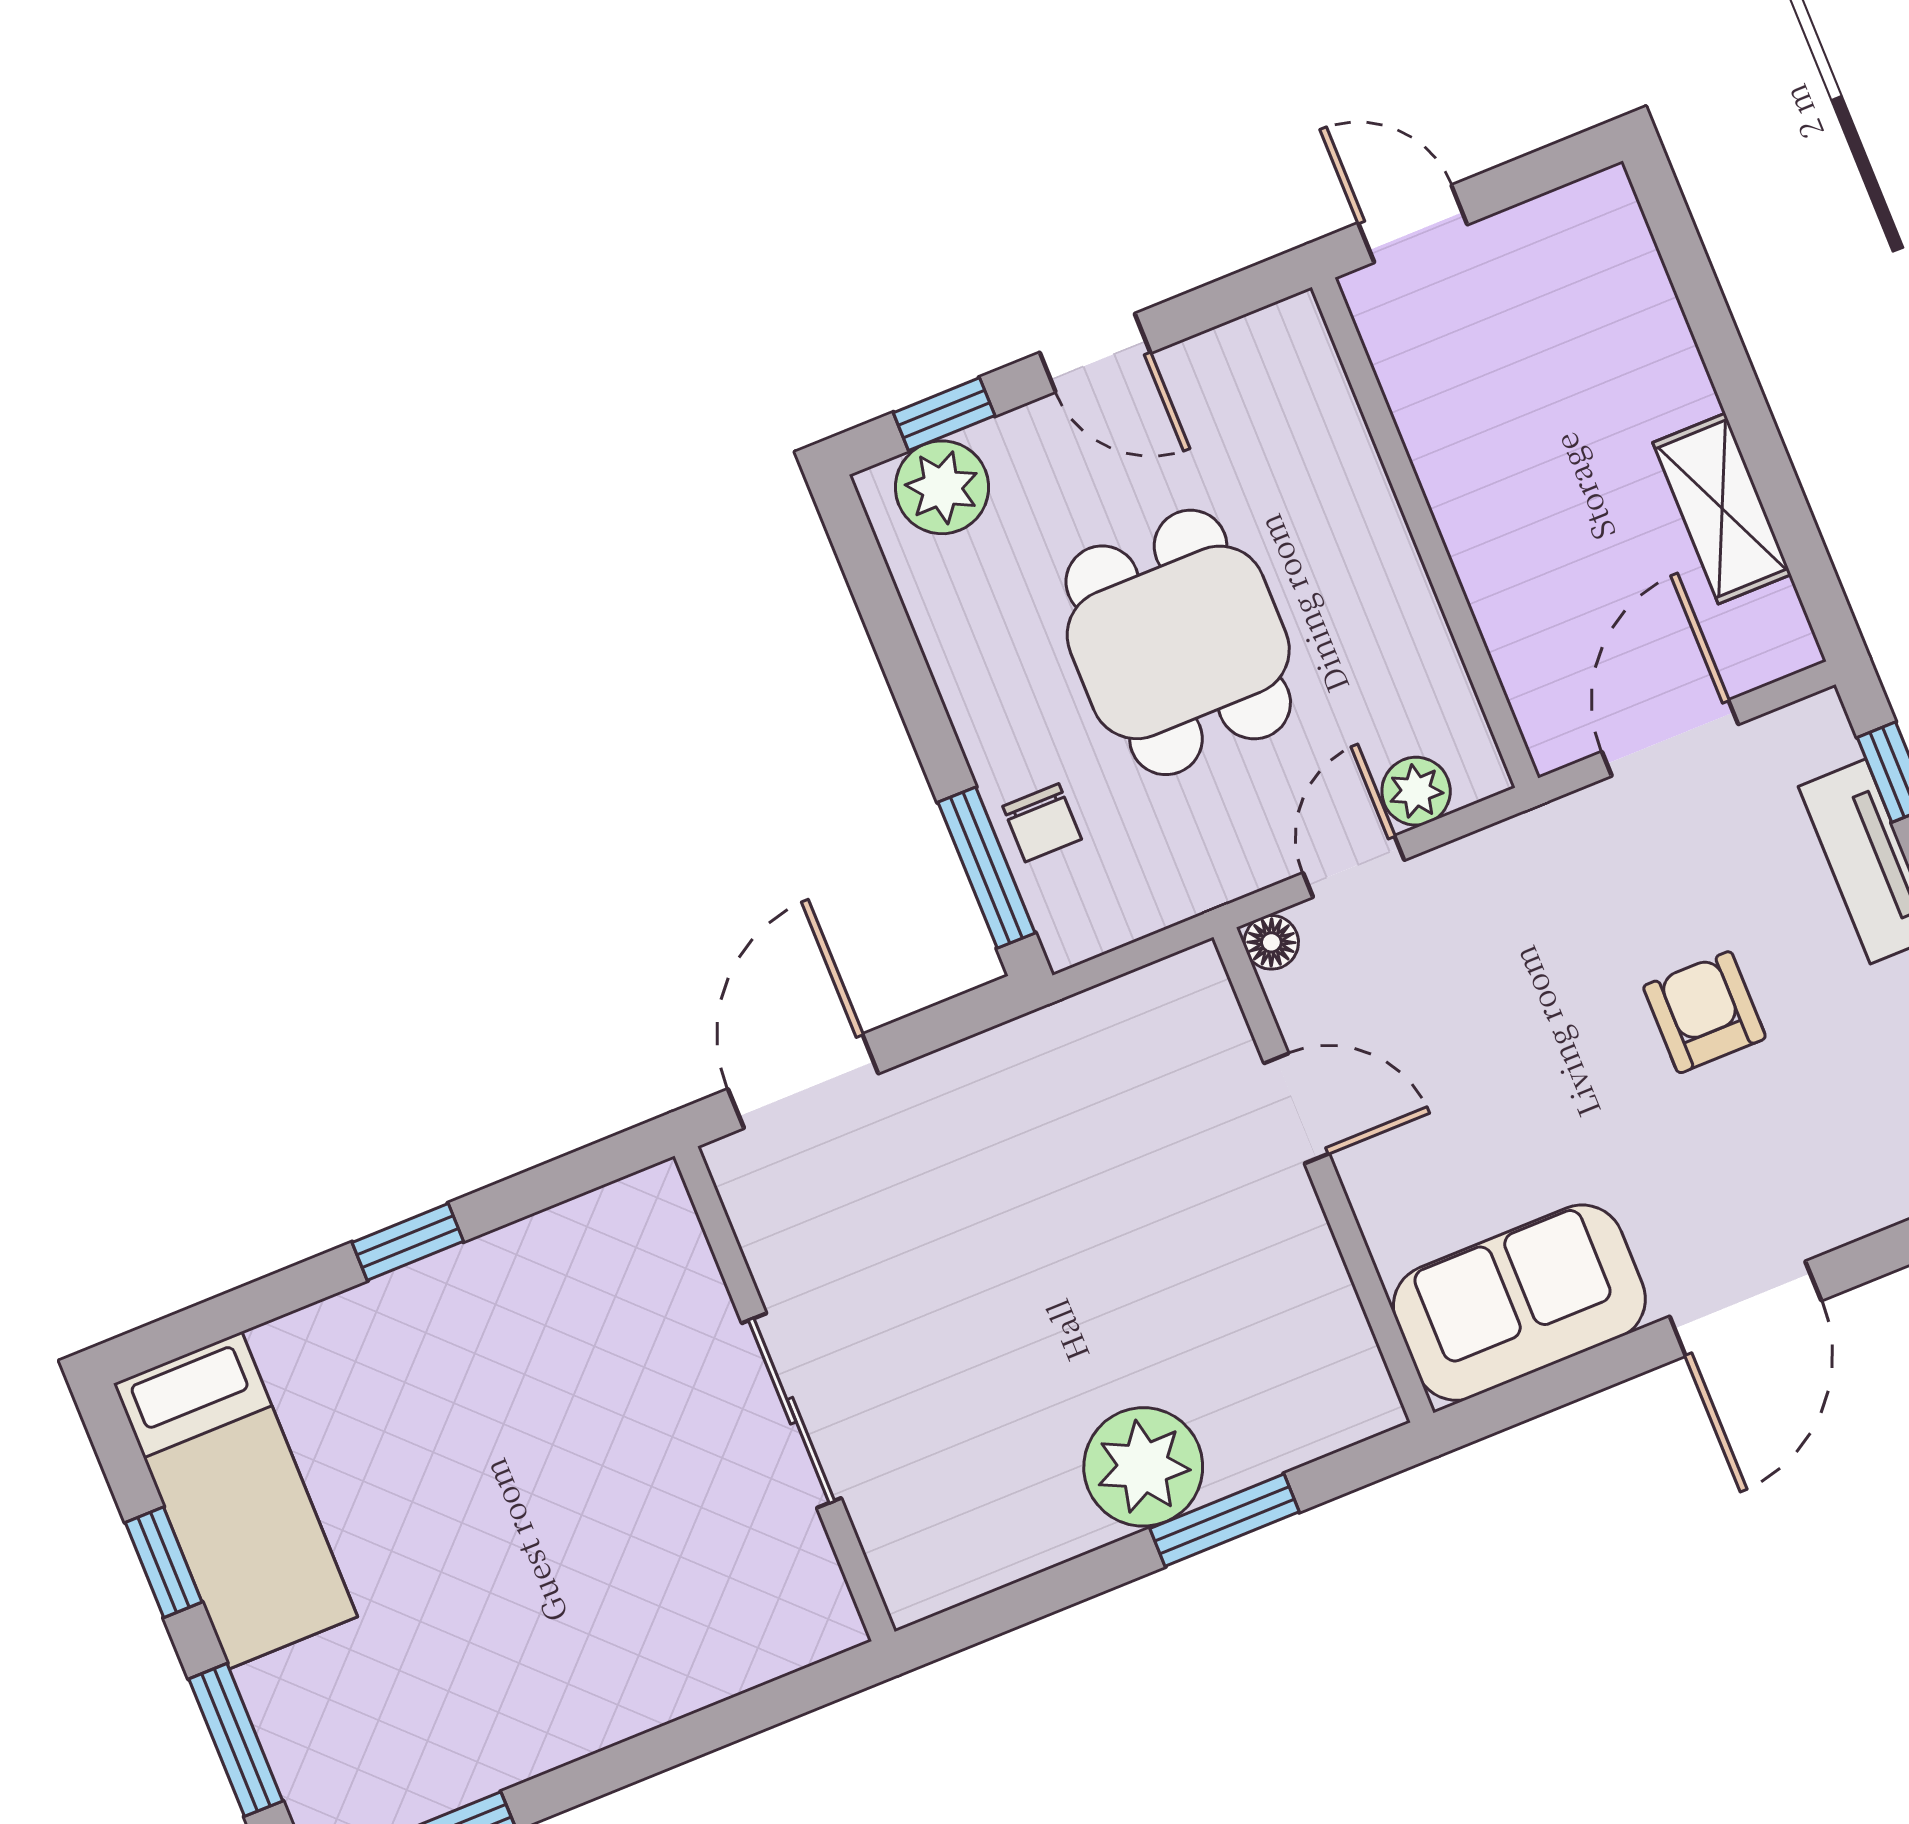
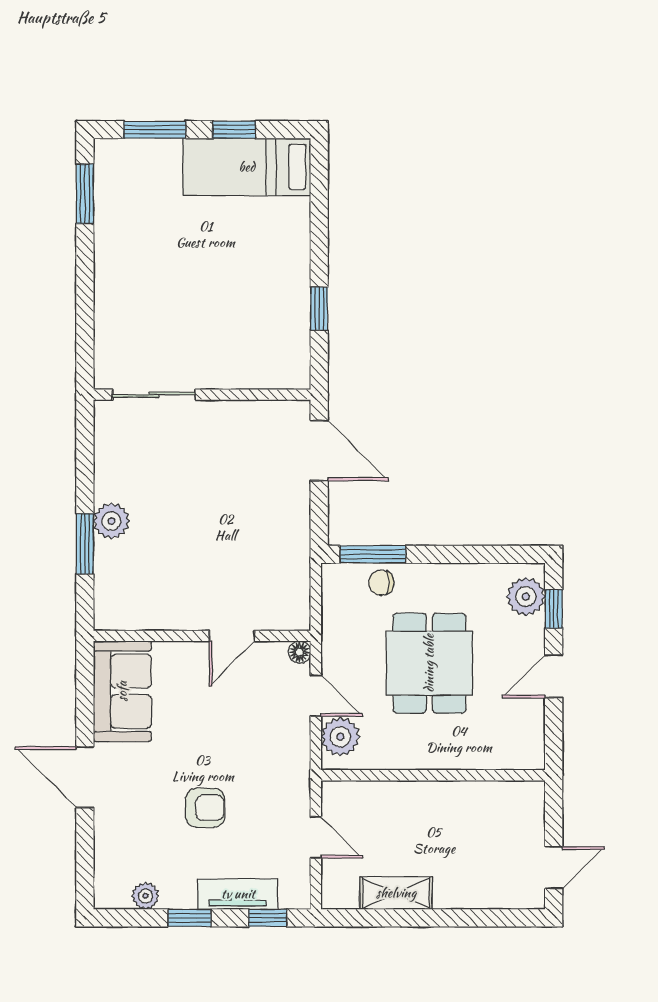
door: (1413, 224) -> (554, 868), moved
dining table: (1178, 642) -> (429, 663), turned 90
door: (1670, 738) -> (316, 837), width x0.73
plant: (1416, 791) -> (340, 737), width x1.38, depth x1.38
window: (408, 1242) -> (319, 308), moved
sliding door: (792, 1411) -> (154, 395), moved
plant: (1143, 1467) -> (111, 521), width x0.73, depth x0.73

